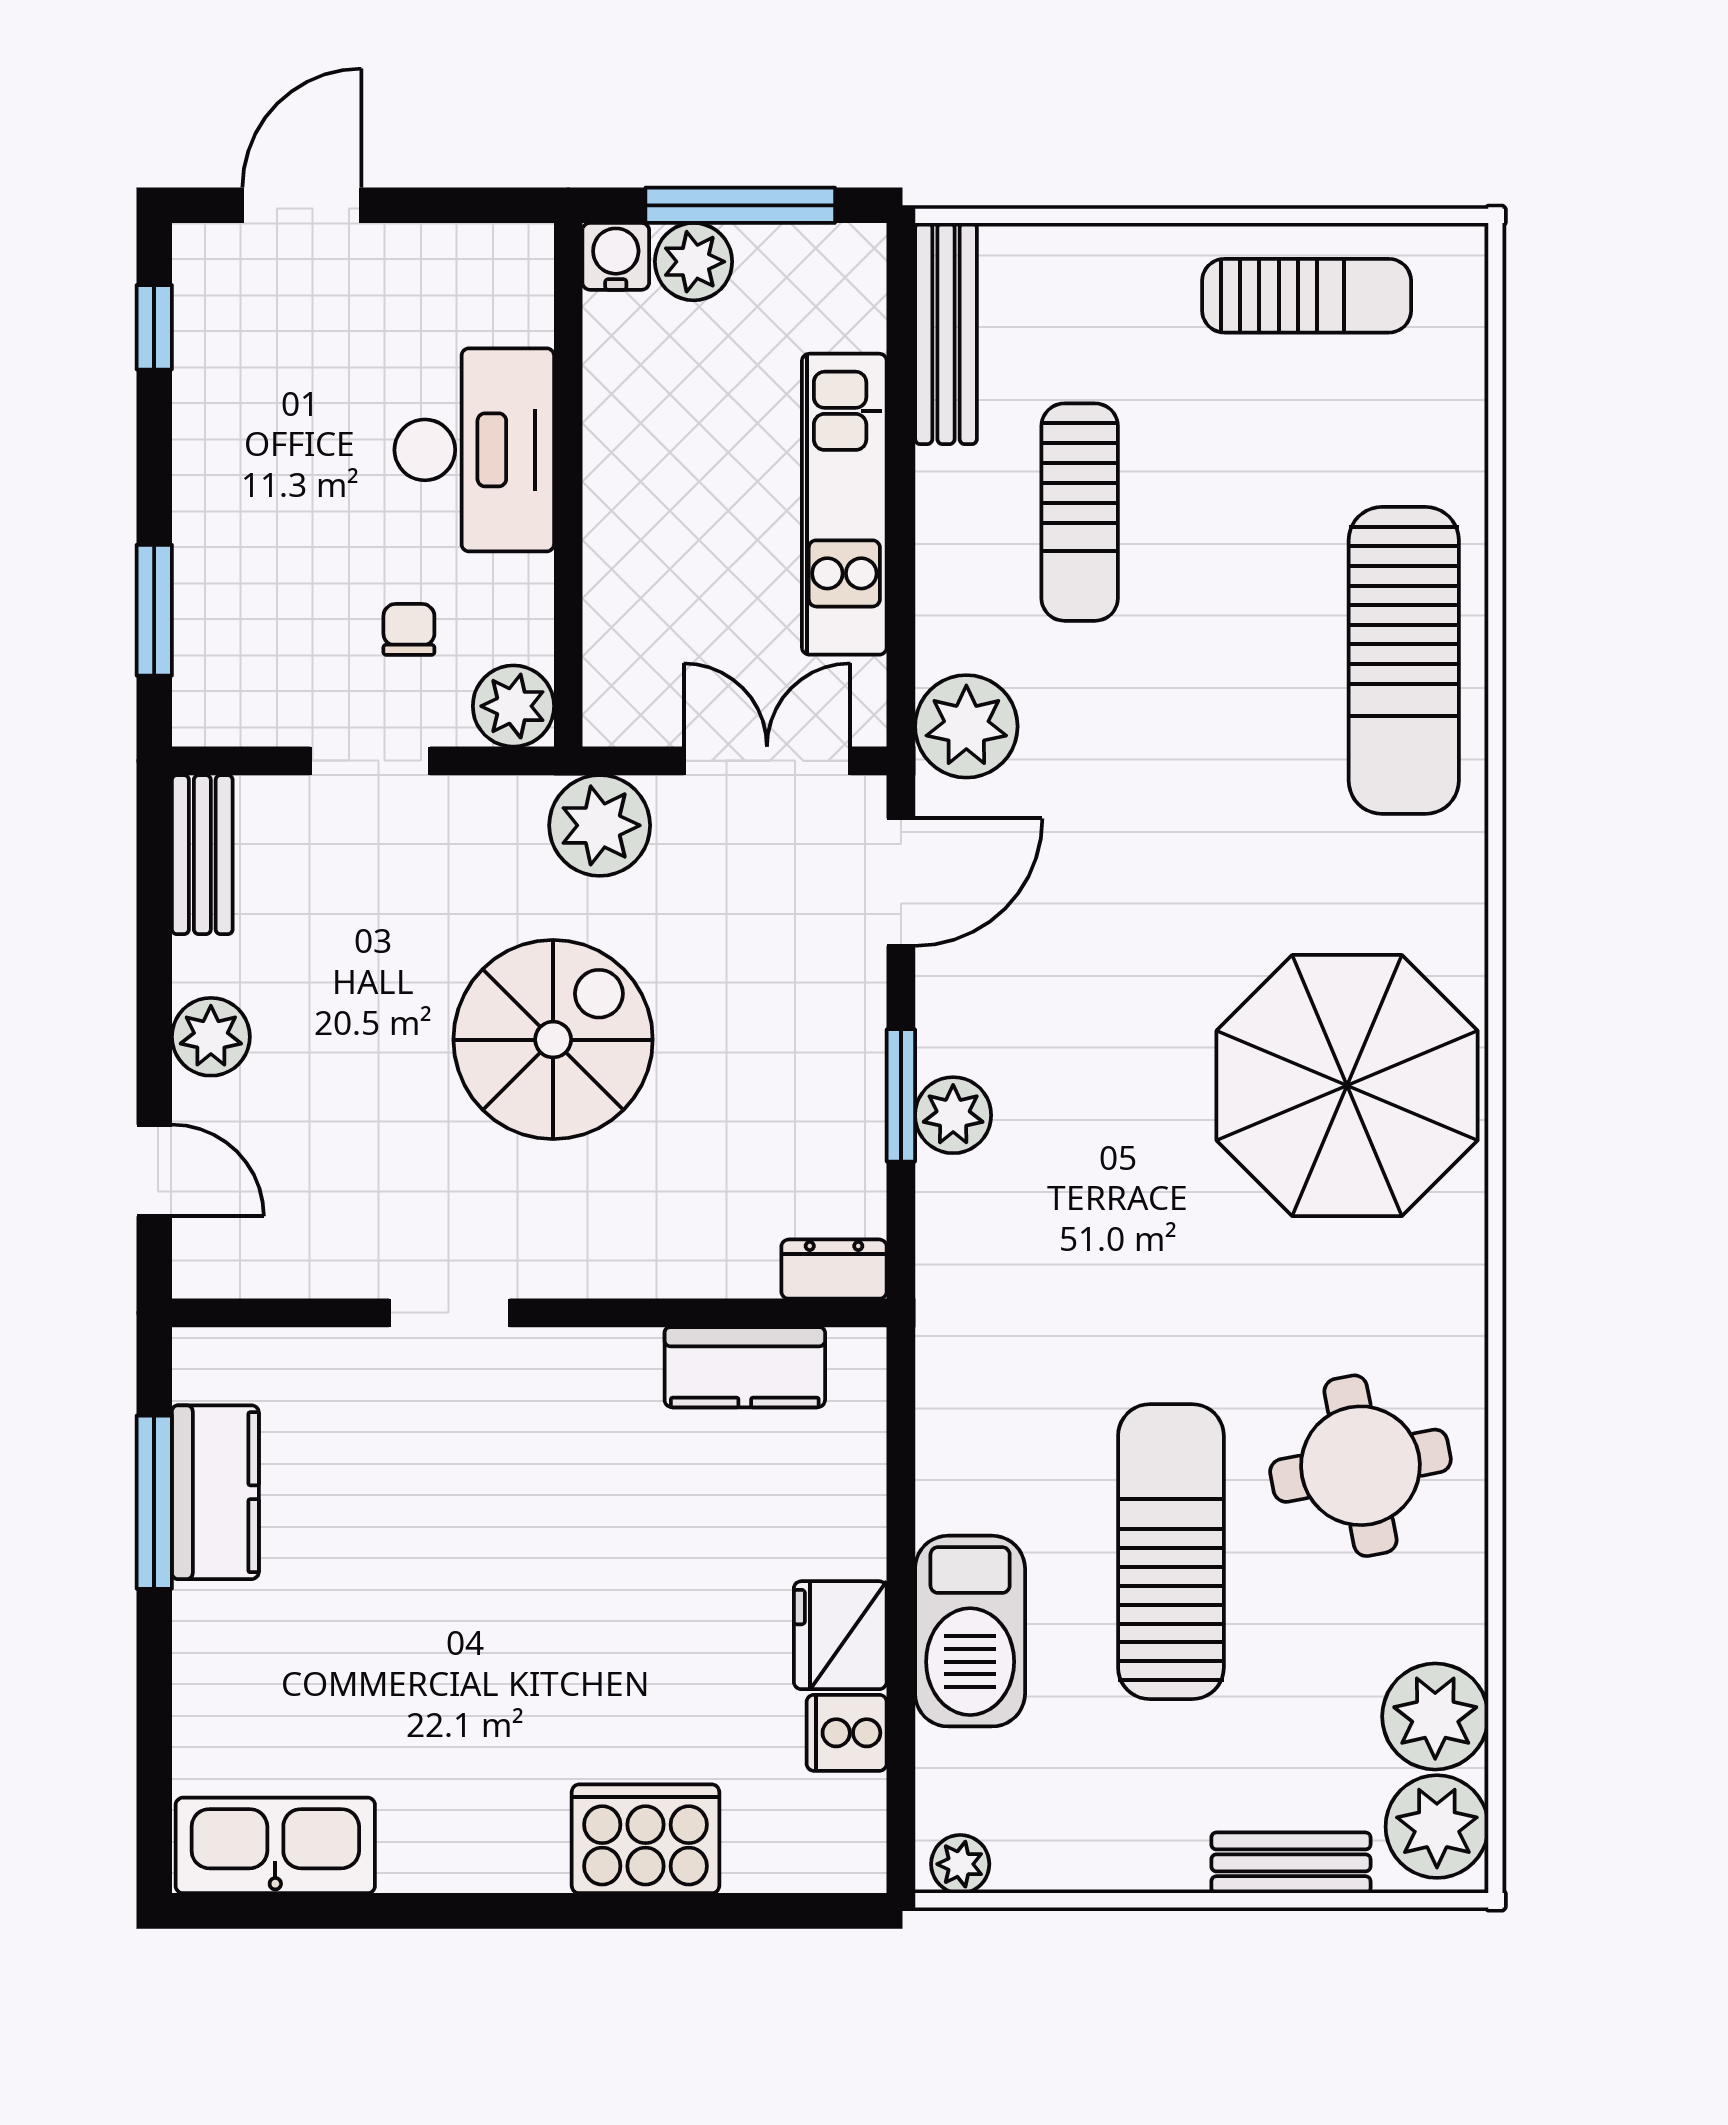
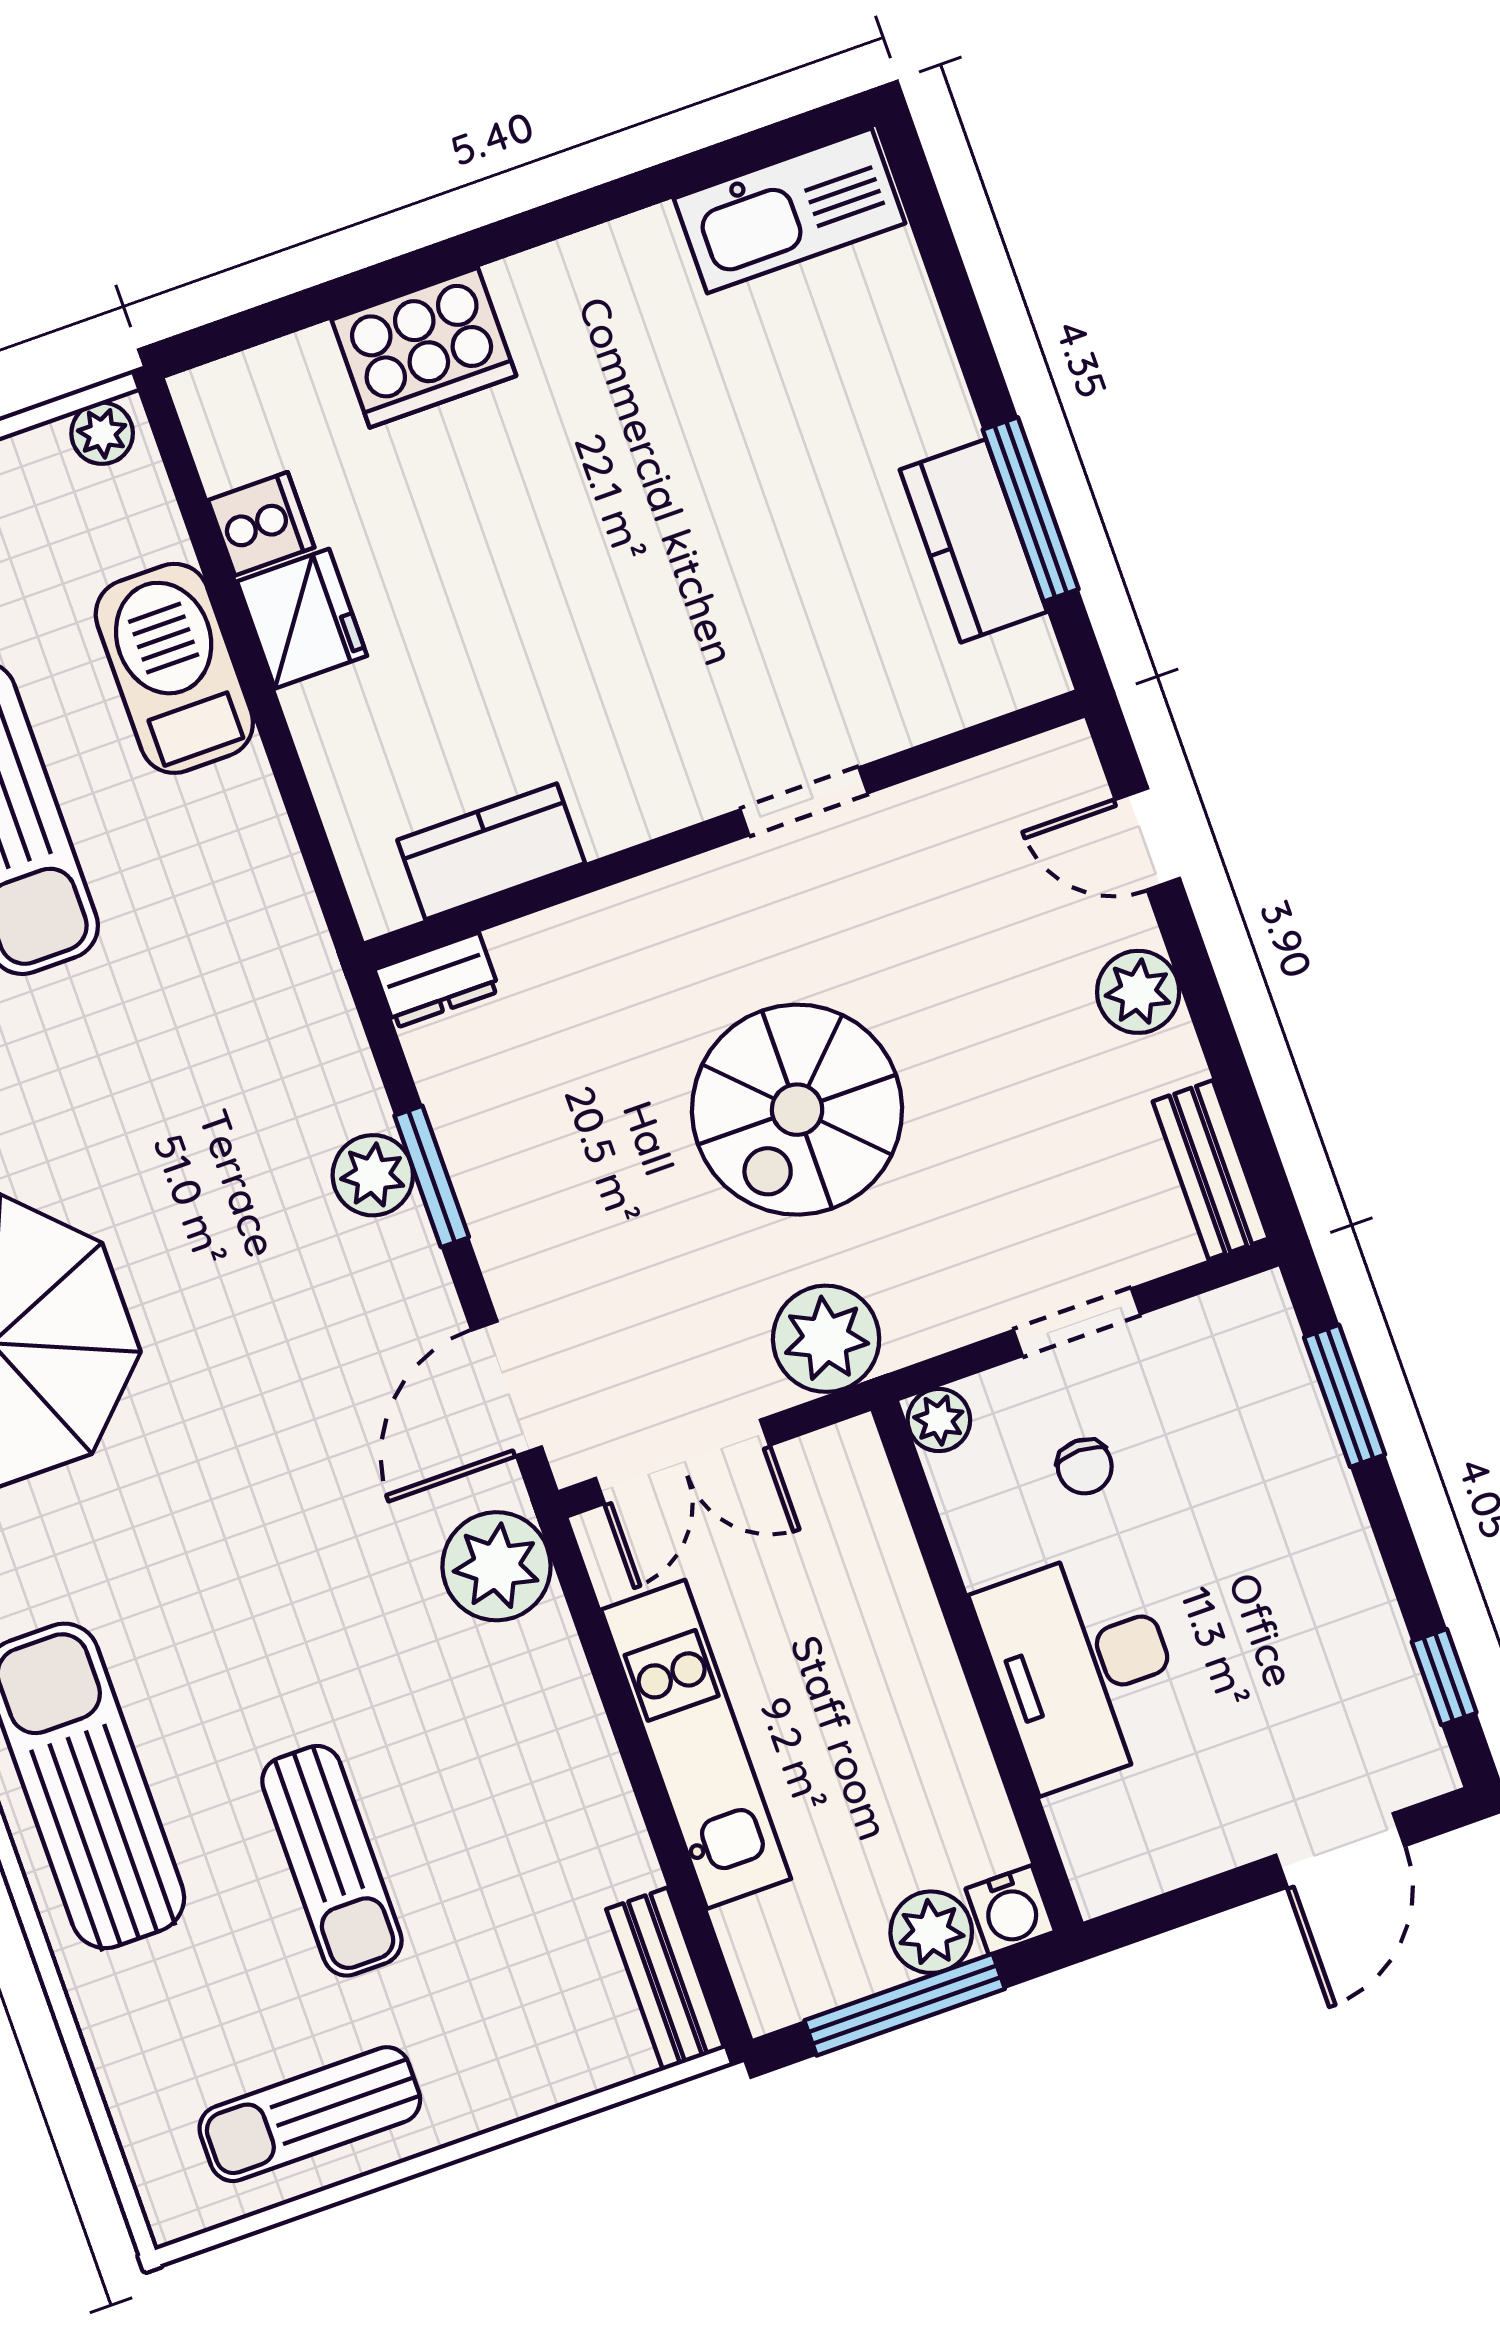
bench: (946, 334) -> (665, 1979), width x0.73
sun lounger: (1080, 512) -> (332, 1861), moved, turned 180
plant: (513, 706) -> (939, 1420), width x0.73, depth x0.73

